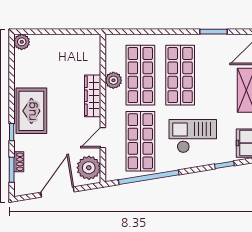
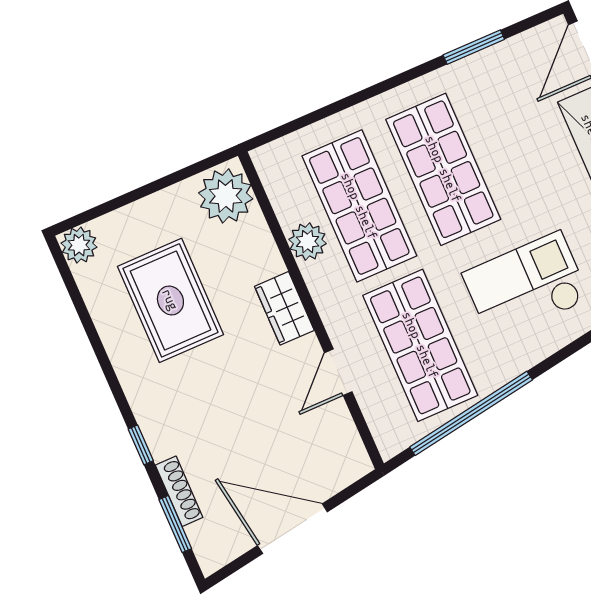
wardrobe: (93, 96) -> (284, 308), width x0.67
rug: (31, 111) -> (170, 300), moved
shoe rack: (19, 162) -> (179, 491), width x1.43
plant: (89, 168) -> (226, 196), moved
door: (57, 192) -> (292, 529), hinge flipped

